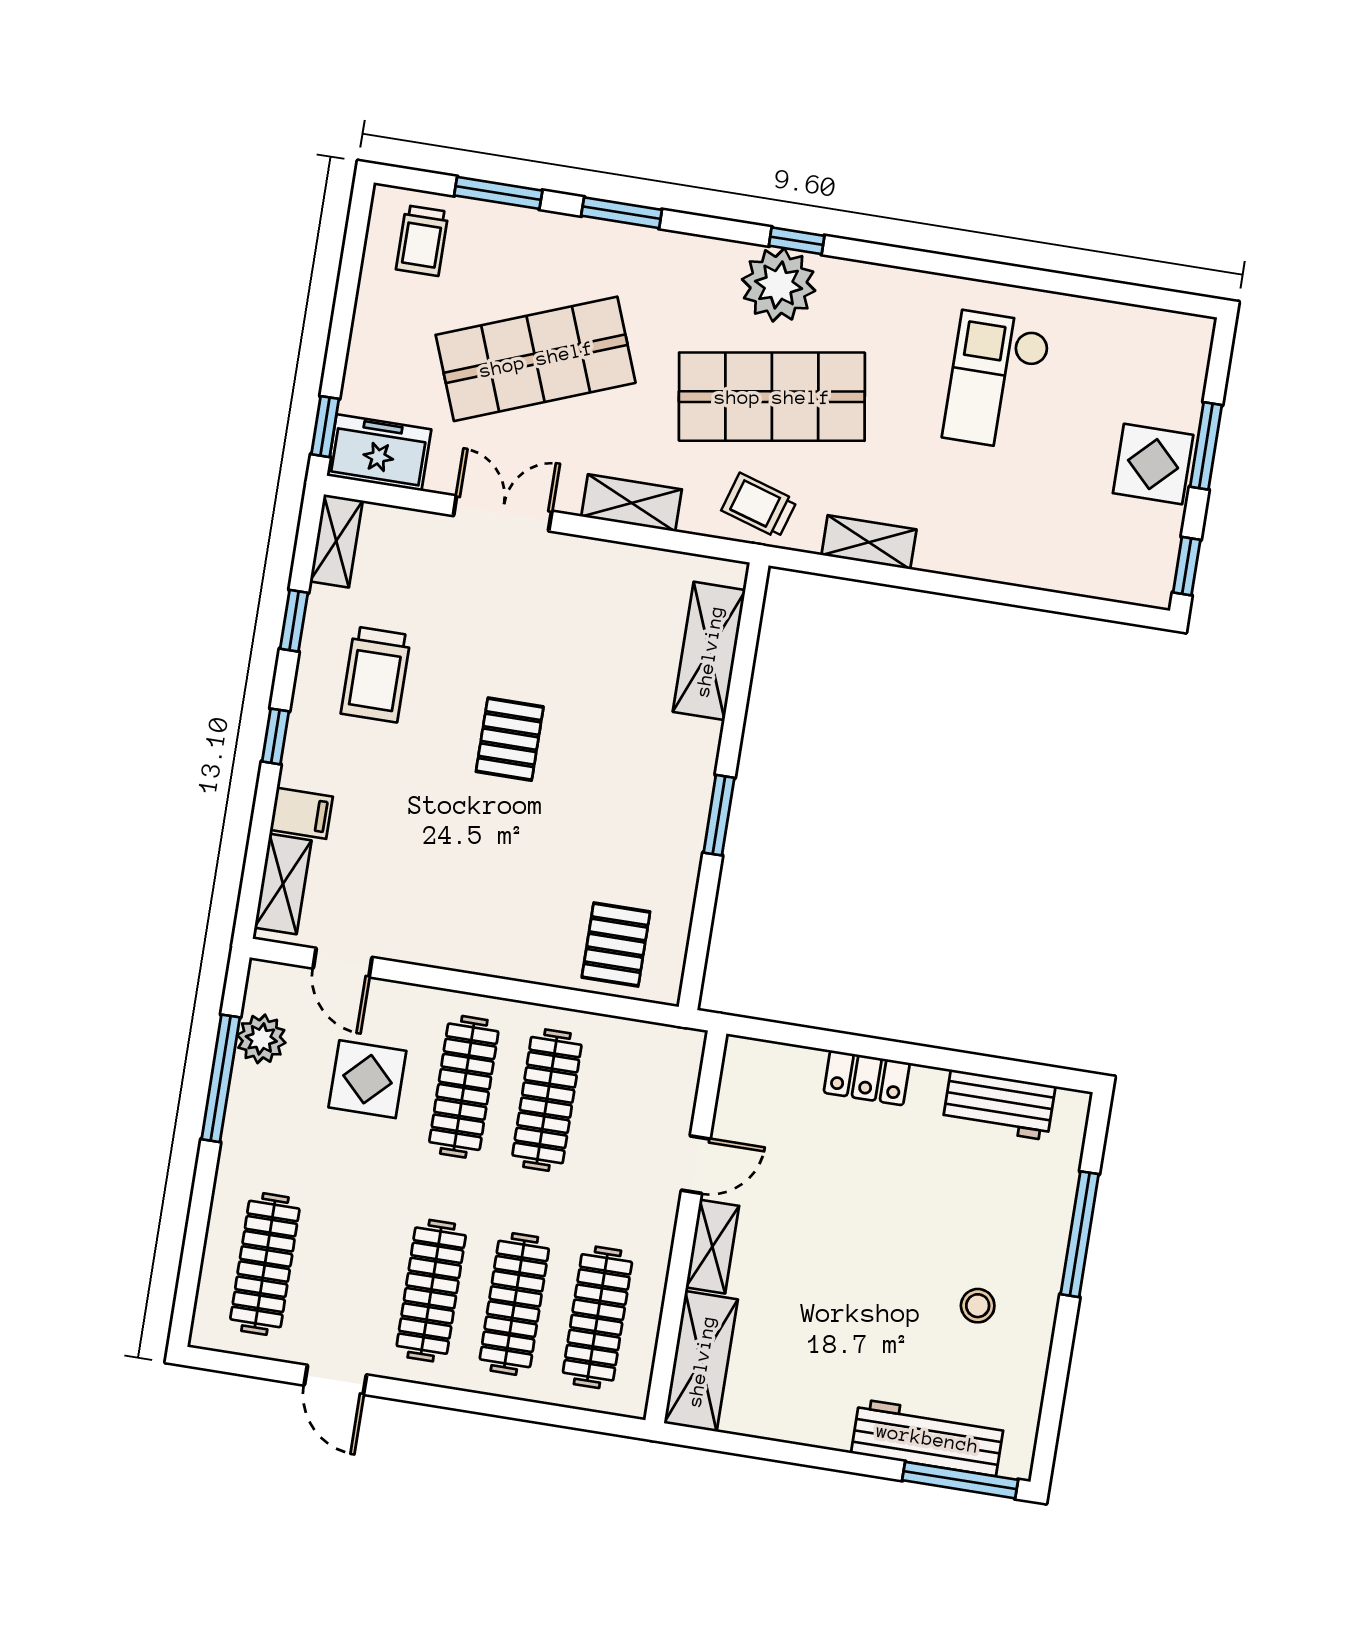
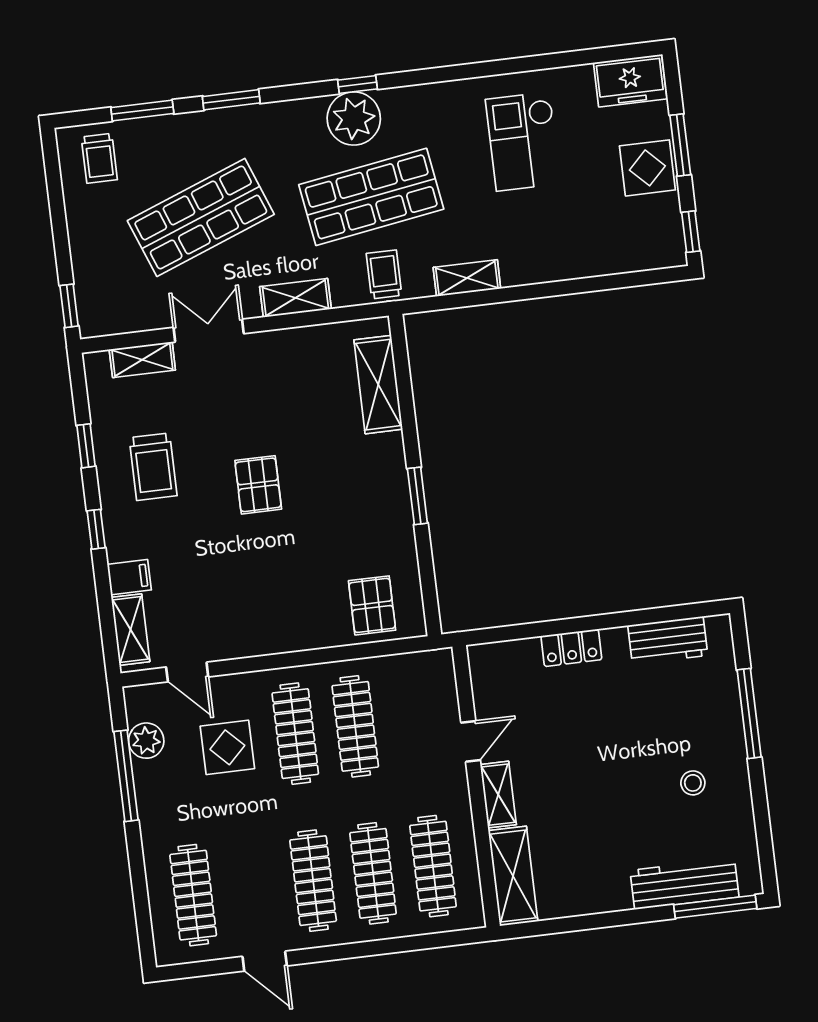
freezer: (379, 453) -> (630, 81), moved, turned 180
trolley: (759, 506) -> (384, 274), turned 73
shelving: (336, 541) -> (142, 360), moved, turned 90

